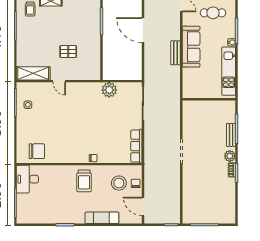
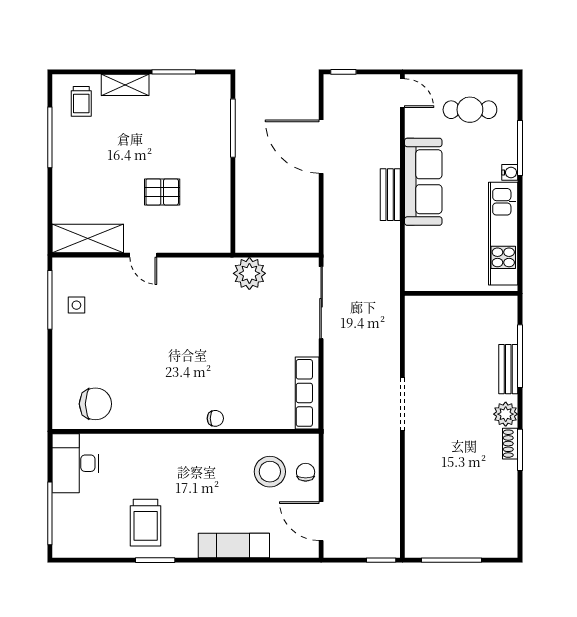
trolley: (84, 181) -> (146, 523), moved

